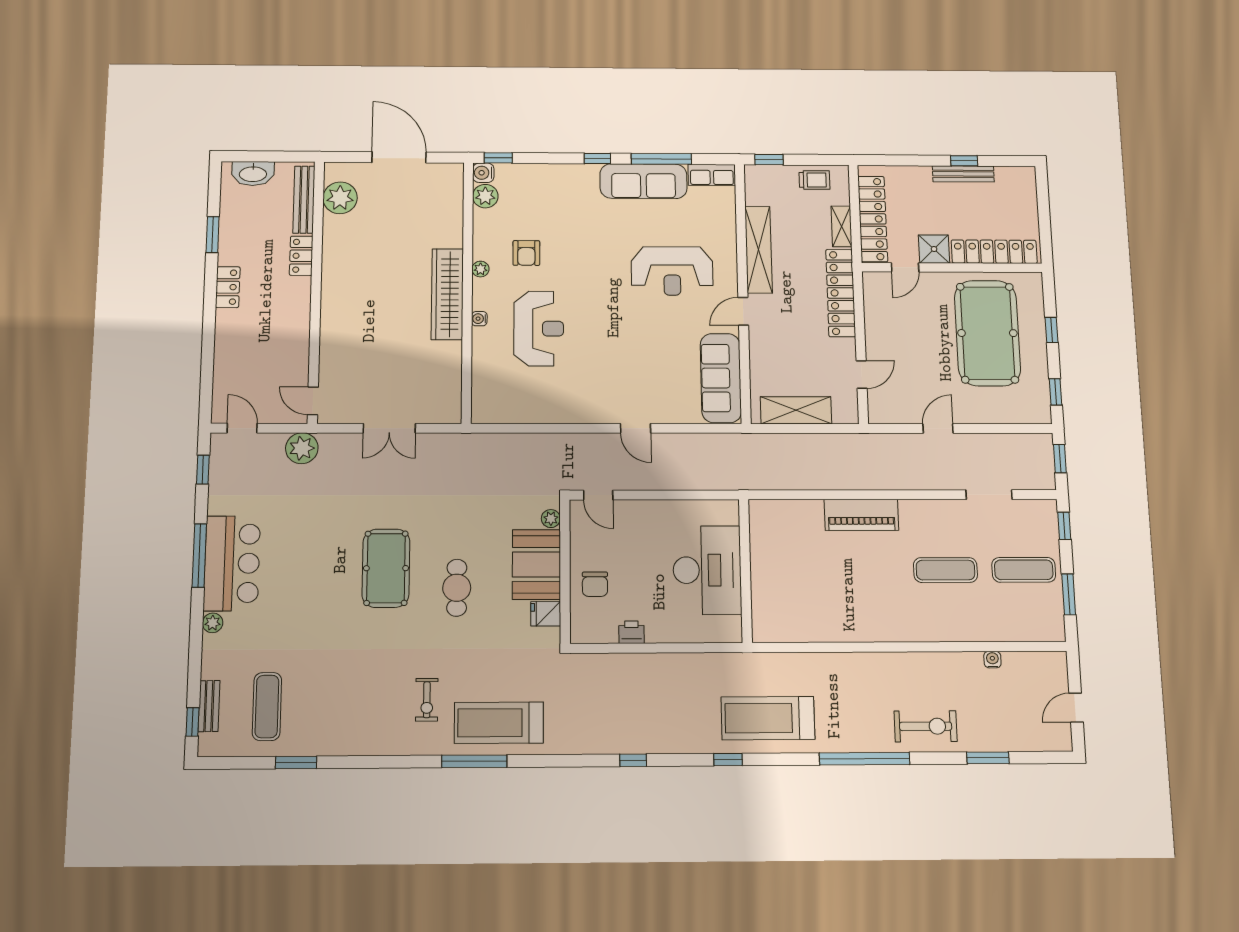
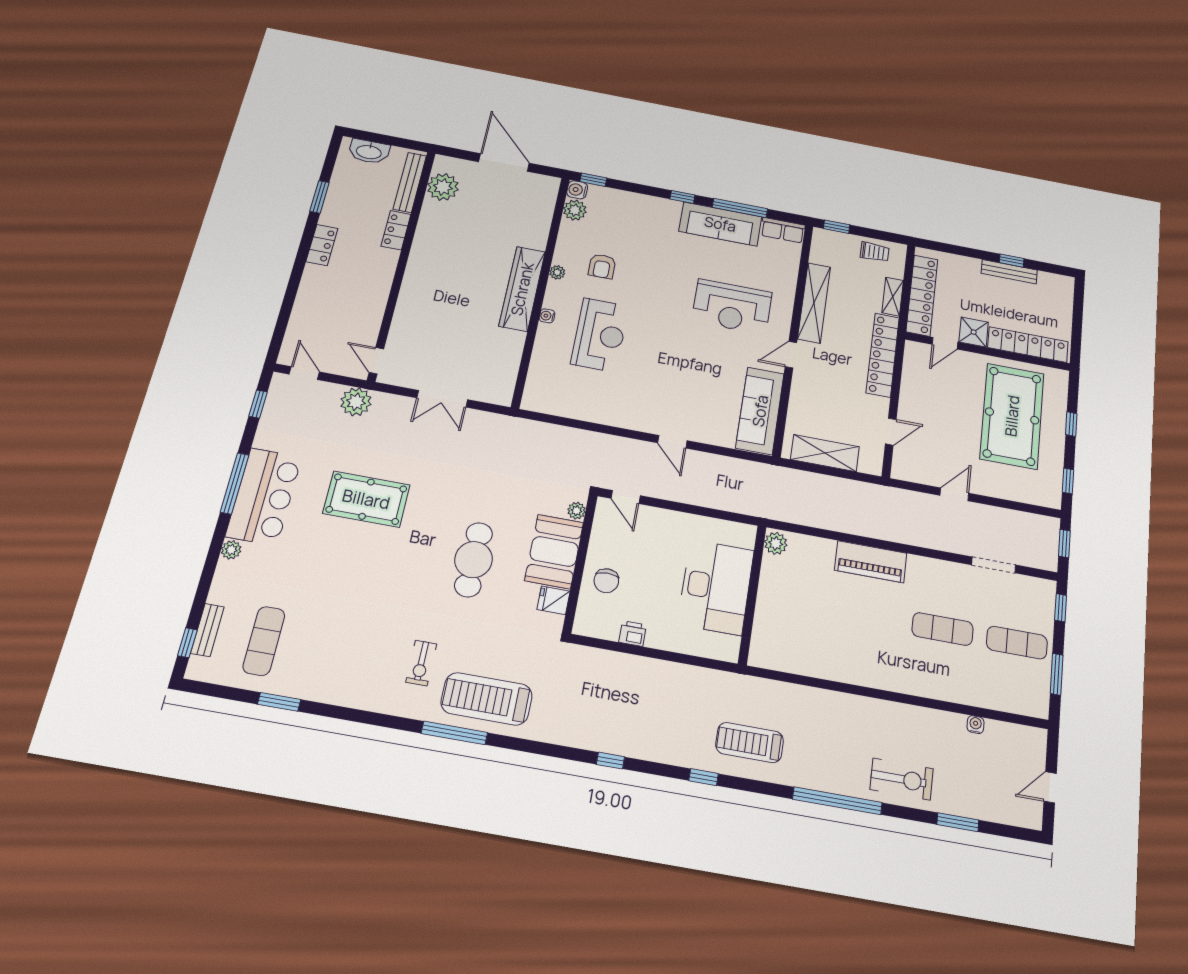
plant: (761, 514) -> (776, 543), added
pool table: (386, 568) -> (366, 499), moved, turned 90
cafe table: (457, 588) -> (474, 560), width x1.37, depth x1.35
treadmill: (768, 718) -> (750, 743), width x0.73, depth x0.73

